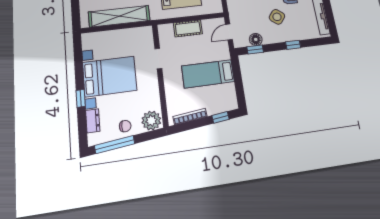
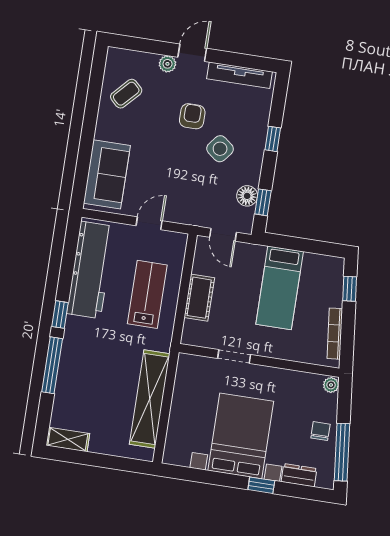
plant: (151, 121) -> (331, 385), width x0.53, depth x0.53

